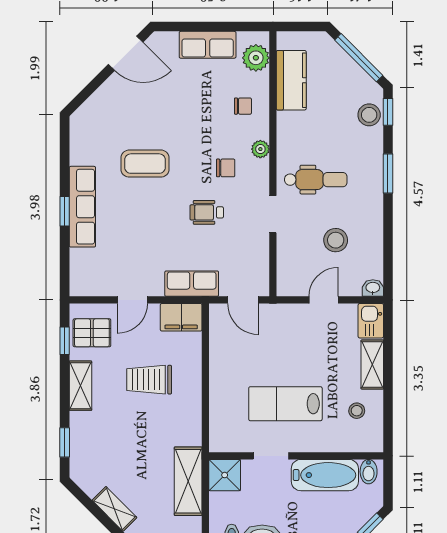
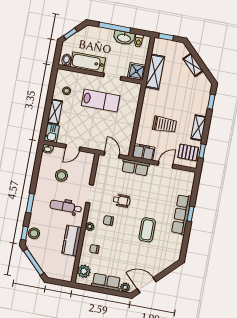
plant: (168, 41) -> (125, 287), added
kitchen counter: (291, 80) -> (72, 241), moved
coffee table: (145, 164) -> (147, 230), turned 90

